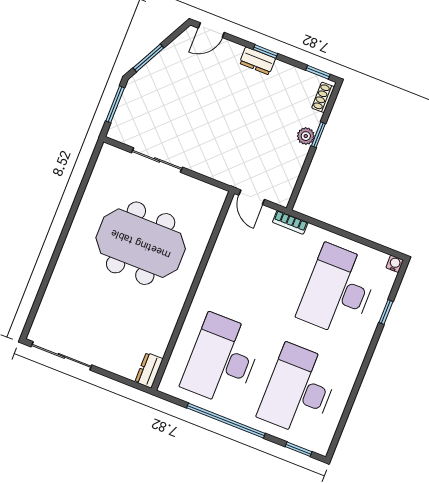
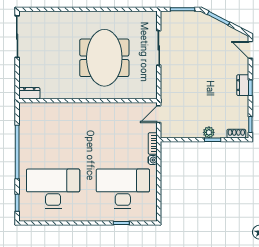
water cooler: (395, 264) -> (153, 160), moved
desk: (222, 360) -> (53, 135), removed

